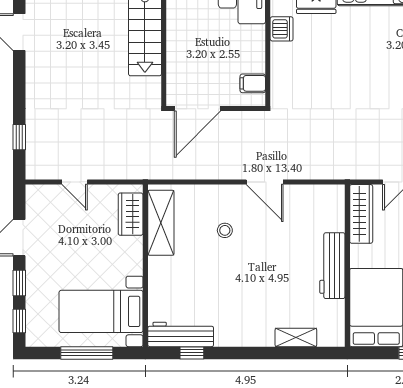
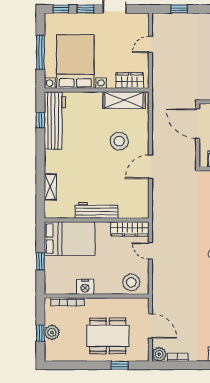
stool: (225, 230) -> (119, 141), width x1.89, depth x1.89
bed with nightstands: (101, 311) -> (75, 62), width x1.36
workbench: (181, 334) -> (55, 120), width x1.36, depth x1.32

